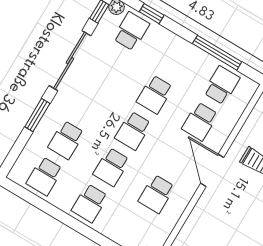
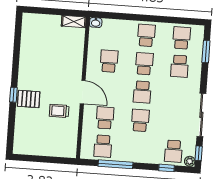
window: (37, 115) -> (206, 52), moved
school desk: (133, 131) -> (142, 92), turned 180
school desk: (66, 140) -> (180, 66), turned 180

